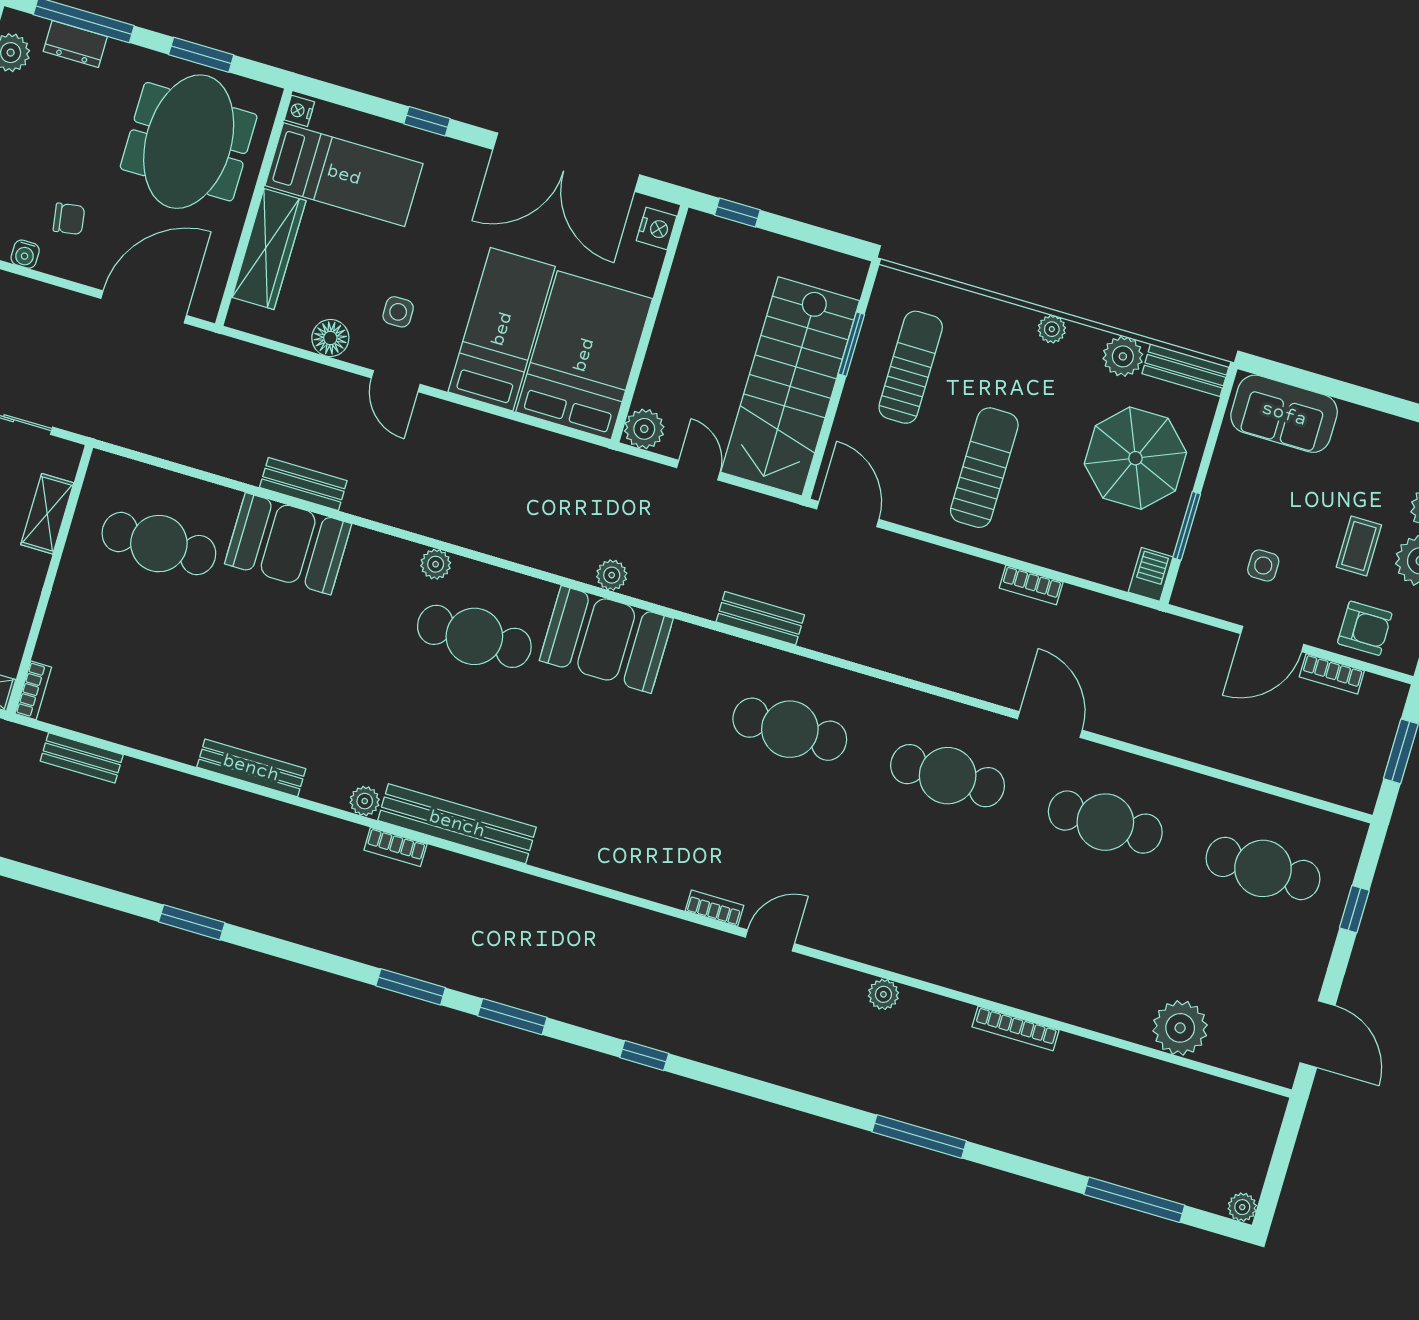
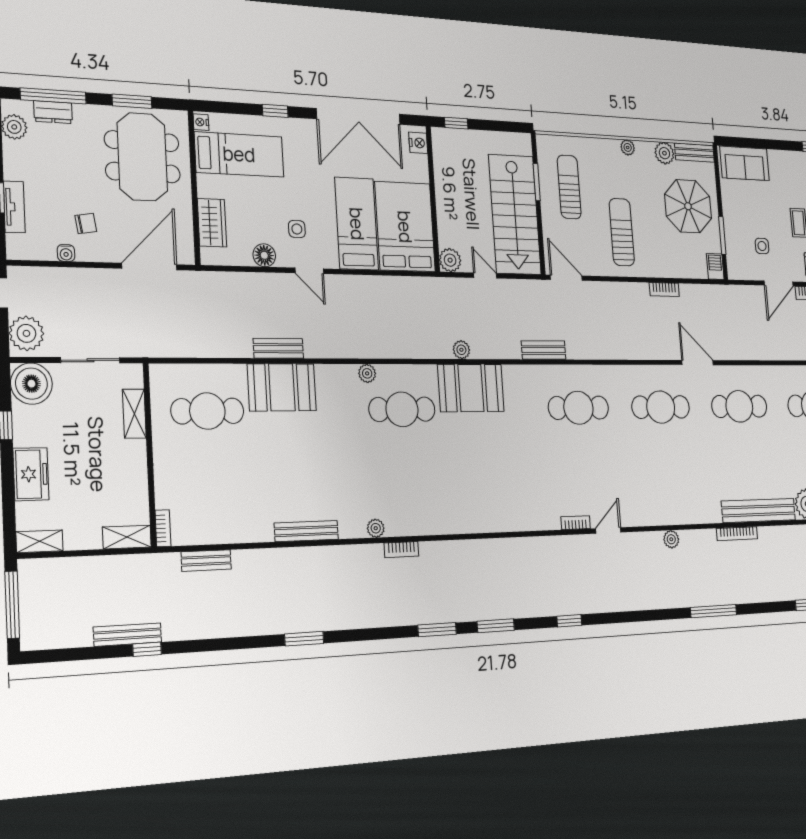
wardrobe: (269, 249) -> (212, 223), width x0.67
bench: (457, 824) -> (759, 510), moved

